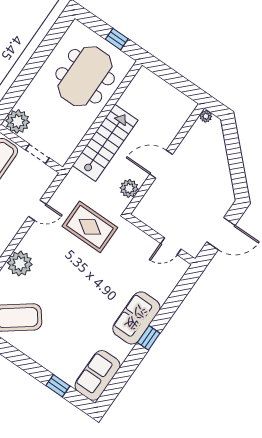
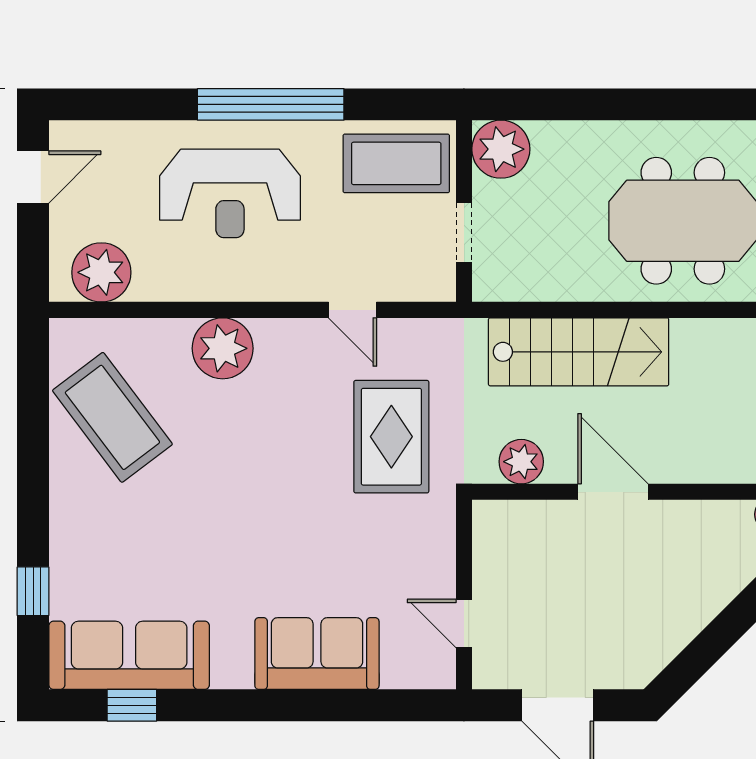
sofa: (136, 318) -> (317, 654), moved
window: (149, 338) -> (132, 705), moved
sofa: (97, 375) -> (129, 655), width x1.36

